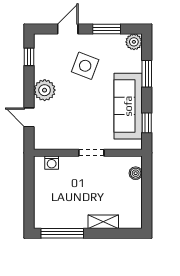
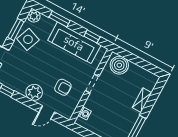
side table: (85, 66) -> (28, 39), moved
armchair: (69, 121) -> (63, 87), added
boiler: (136, 173) -> (119, 65), width x1.86, depth x1.86

